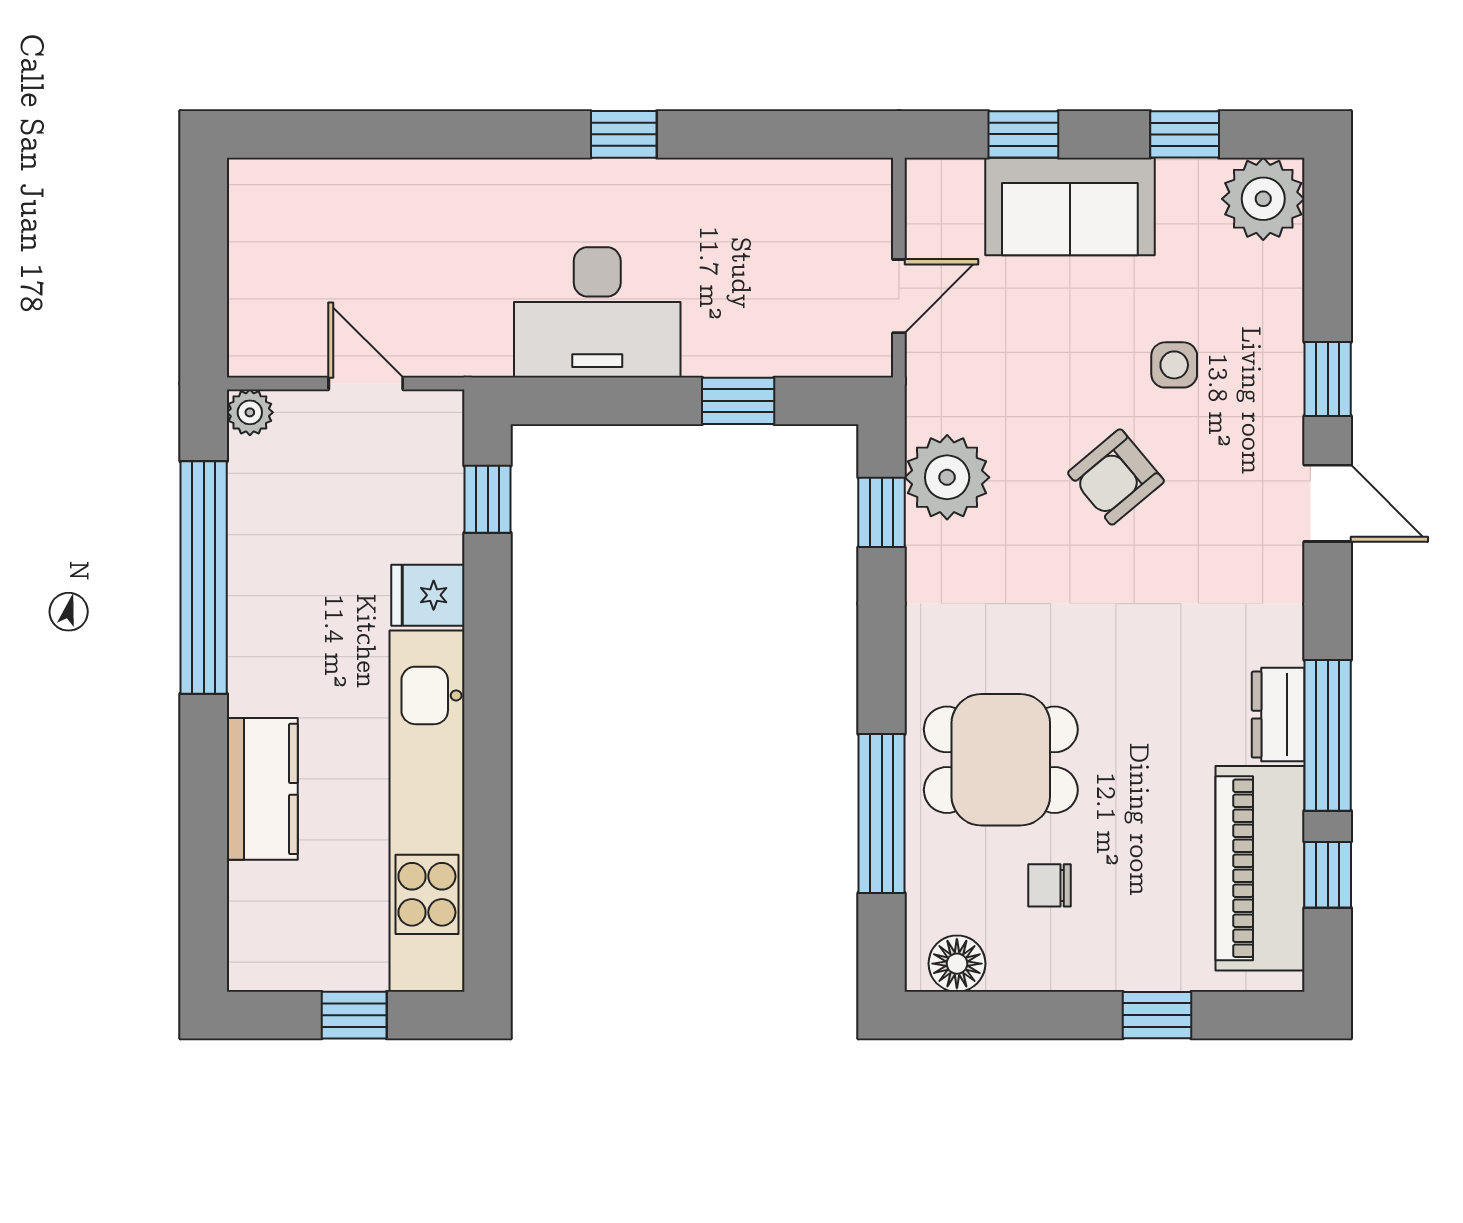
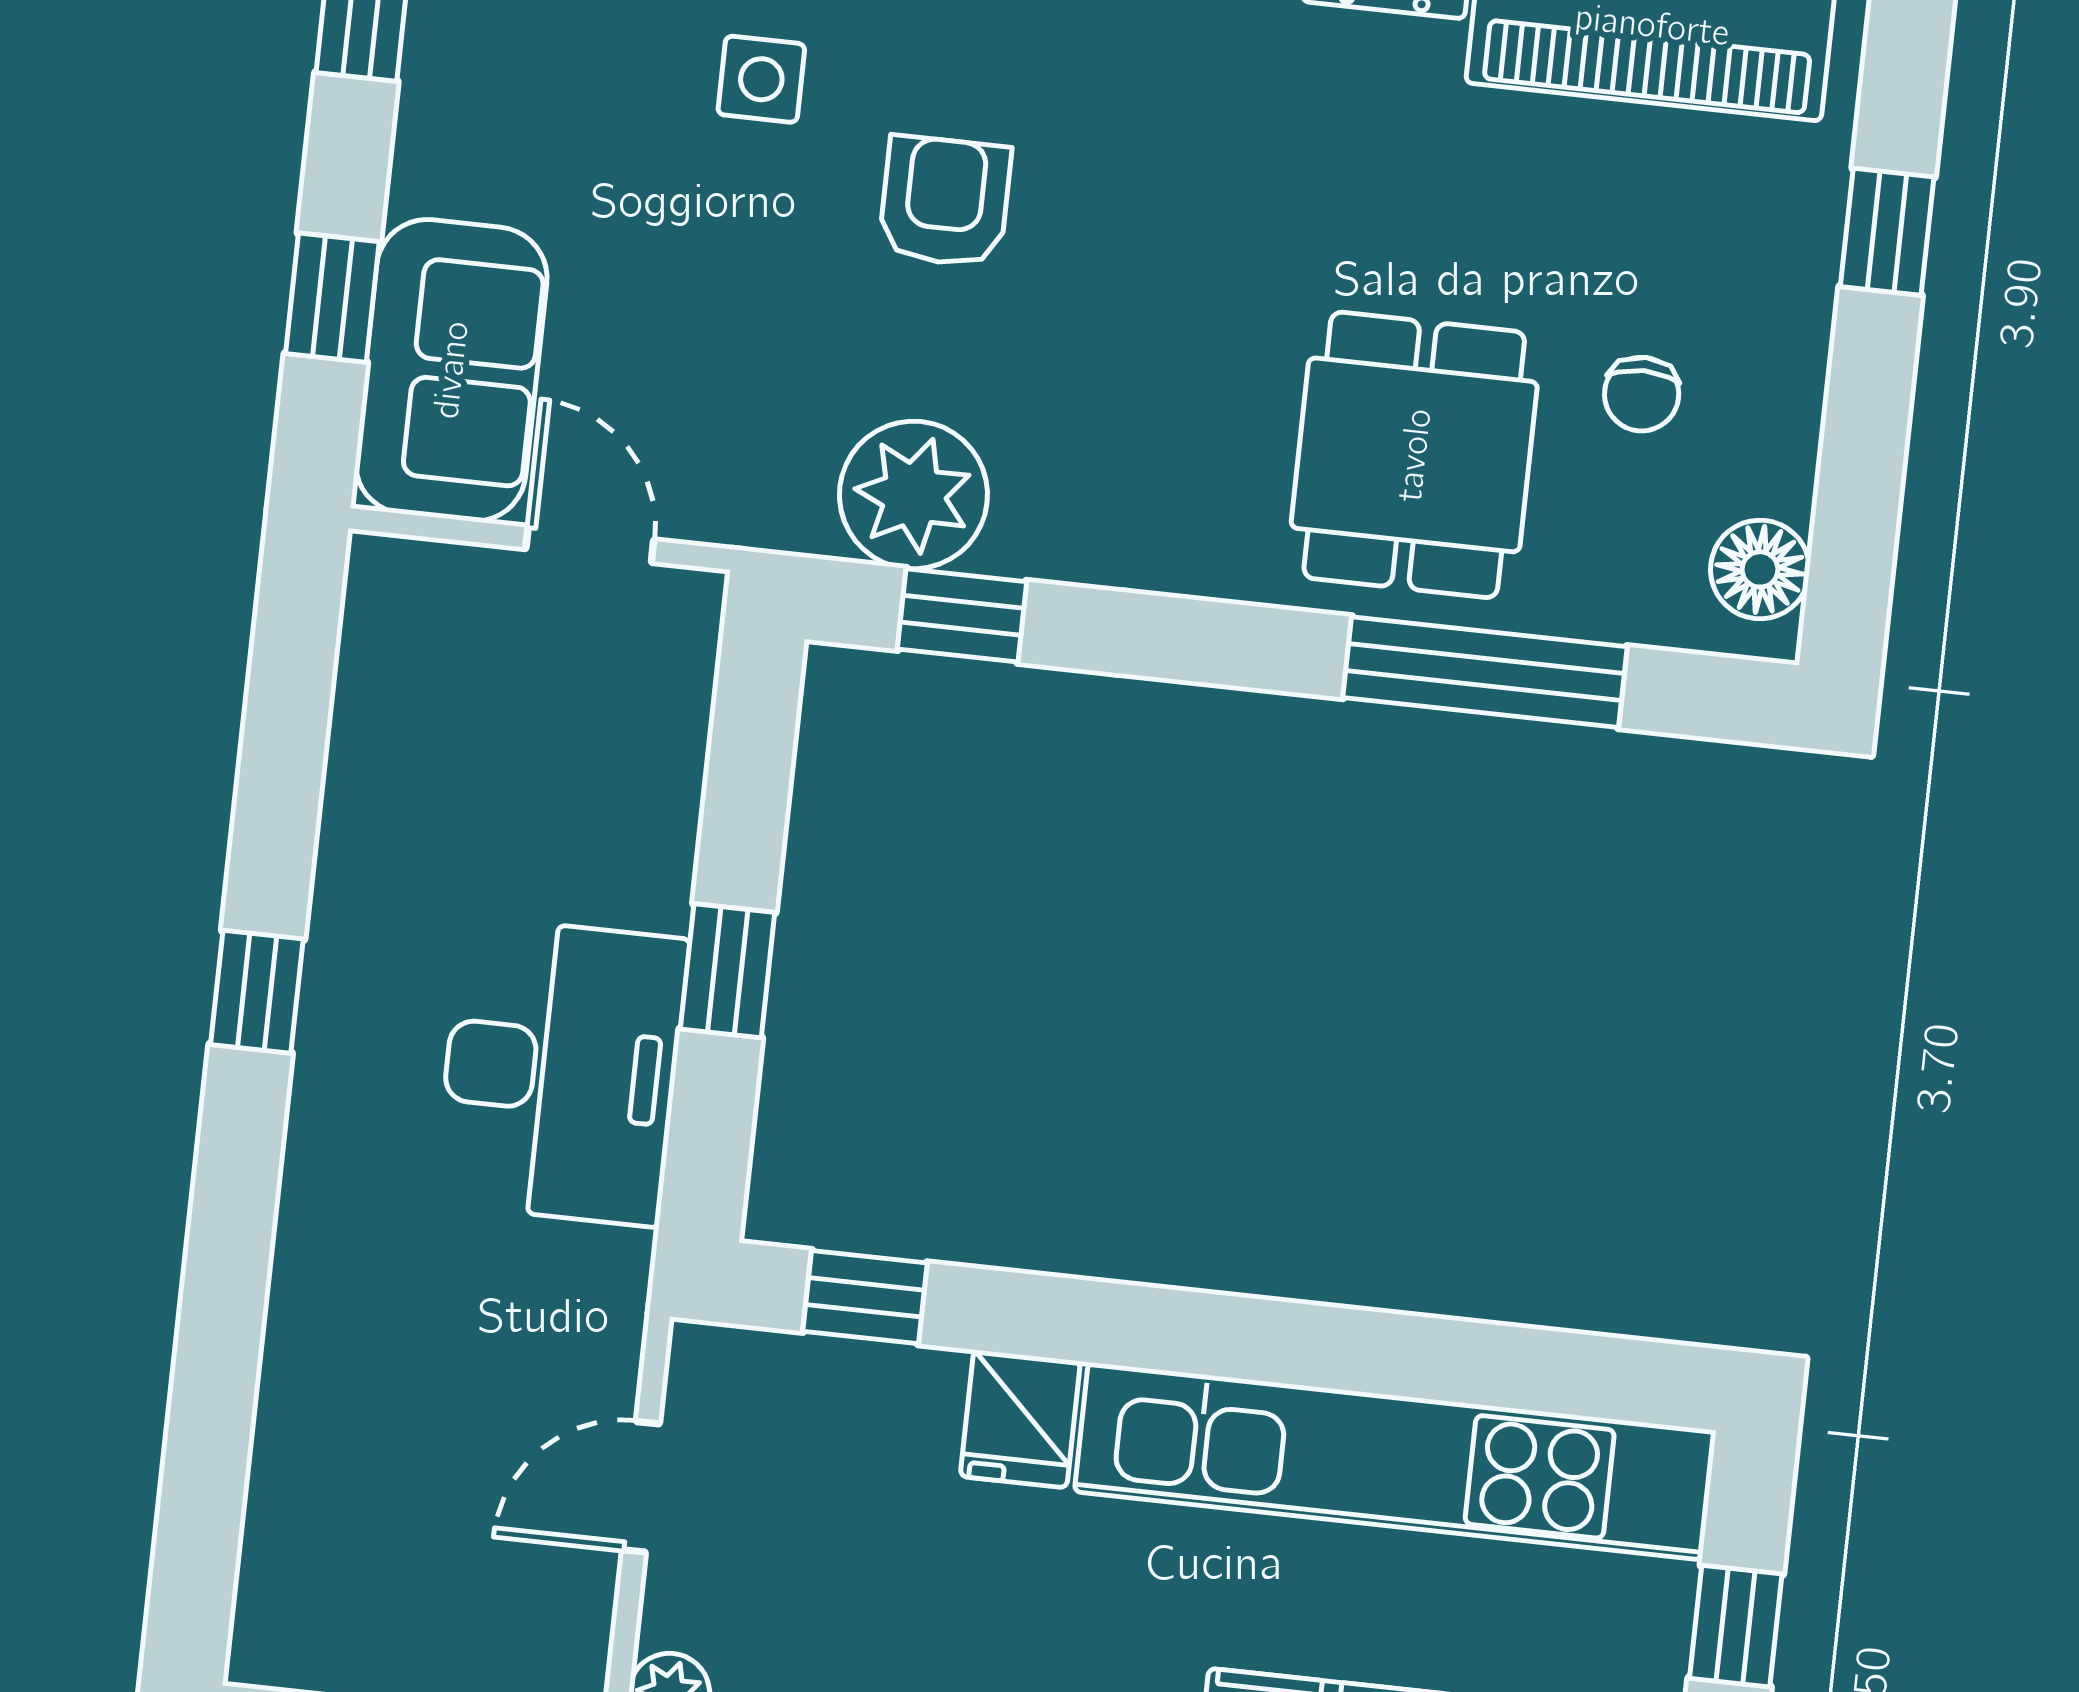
sofa: (1070, 206) -> (451, 370), moved
window: (738, 401) -> (728, 971), moved
armchair: (1116, 477) -> (945, 201), turned -140

